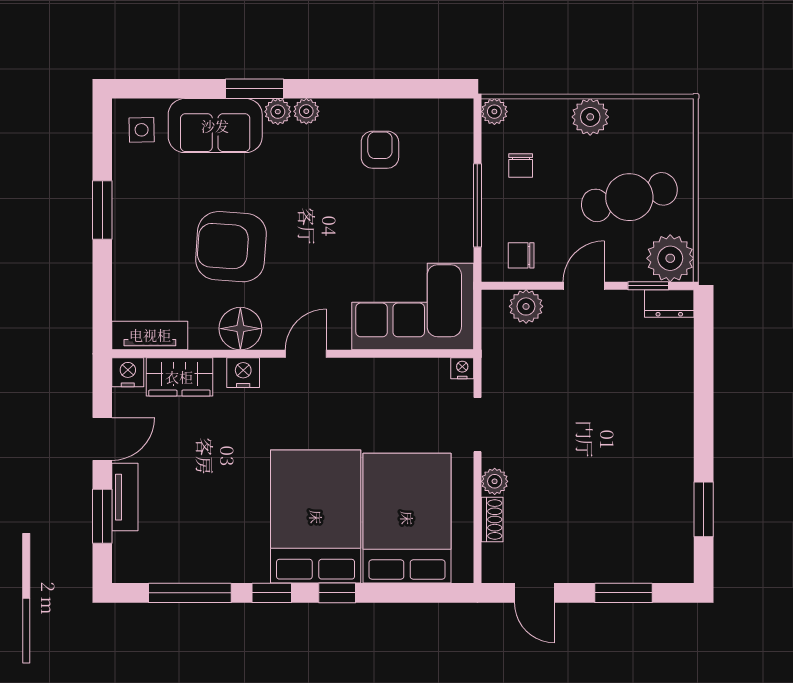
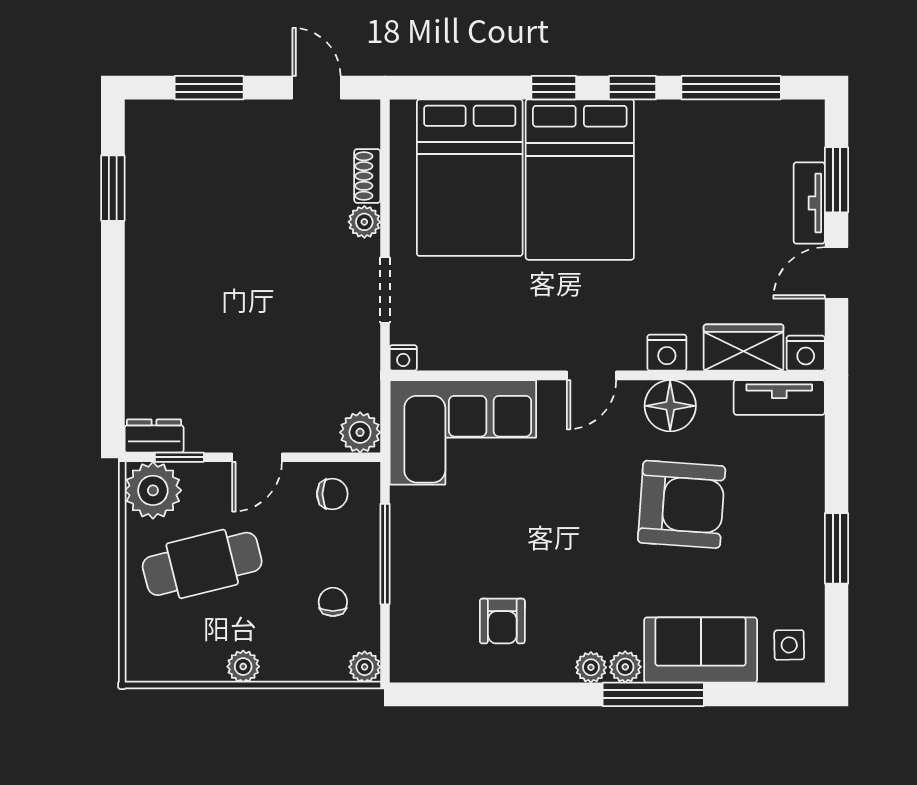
window: (254, 89) -> (653, 694), width x1.44
plant: (590, 117) -> (243, 667), width x0.73, depth x0.73
plant: (526, 306) -> (360, 432), moved

